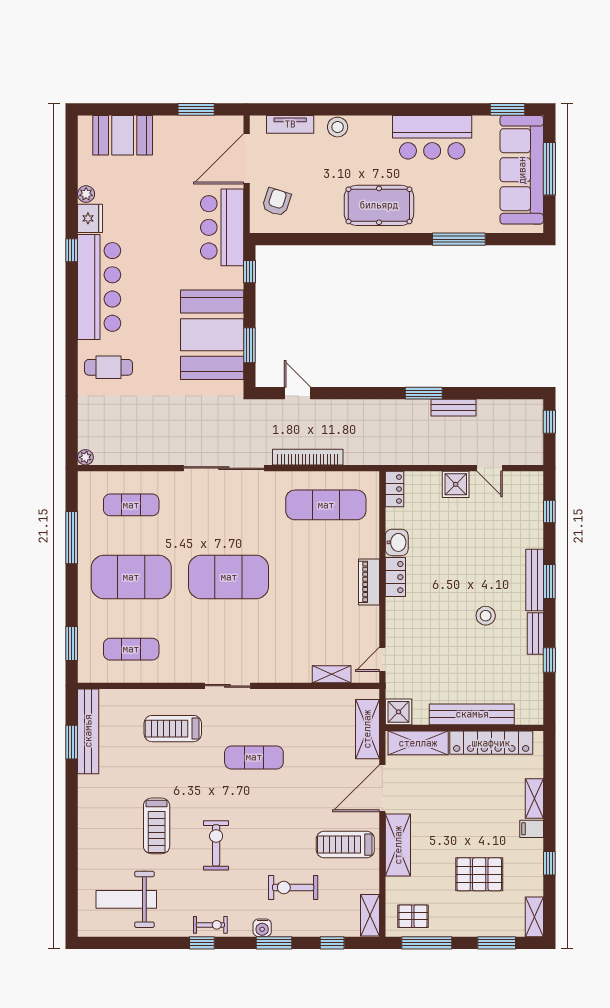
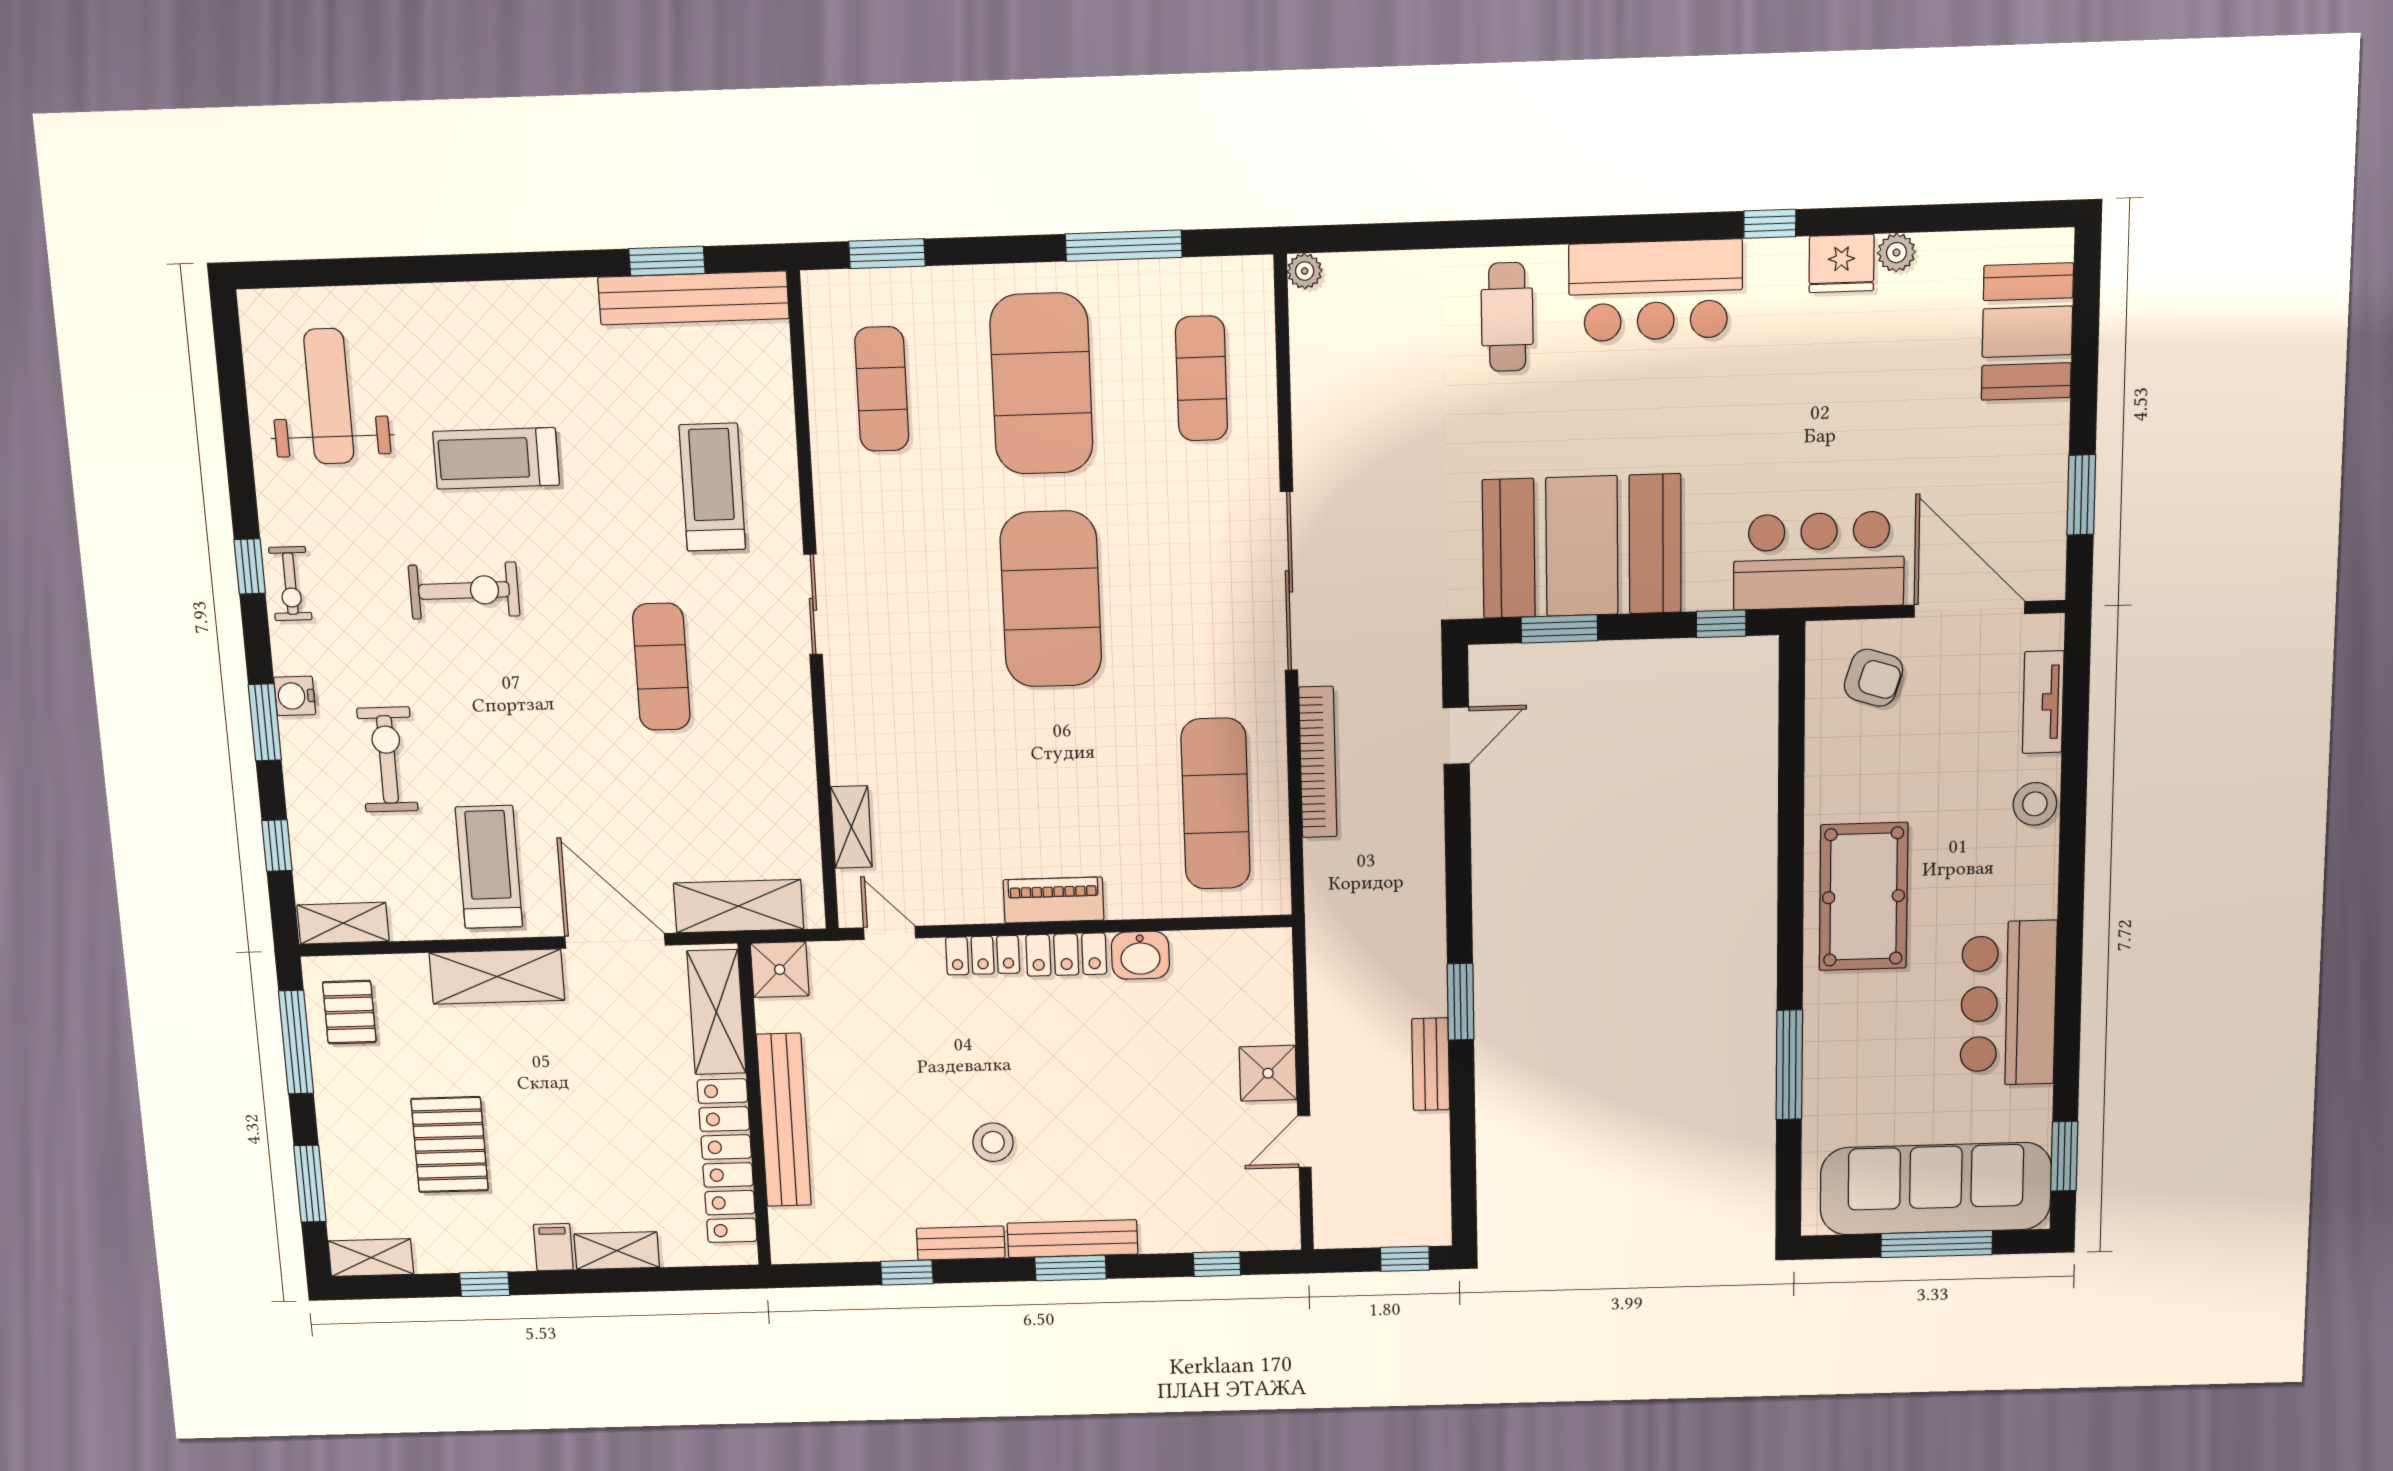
bar counter: (99, 287) -> (1656, 290), width x0.73
locker: (394, 489) -> (983, 955), moved

